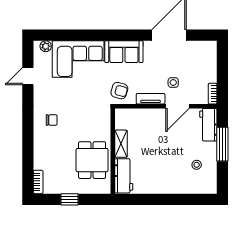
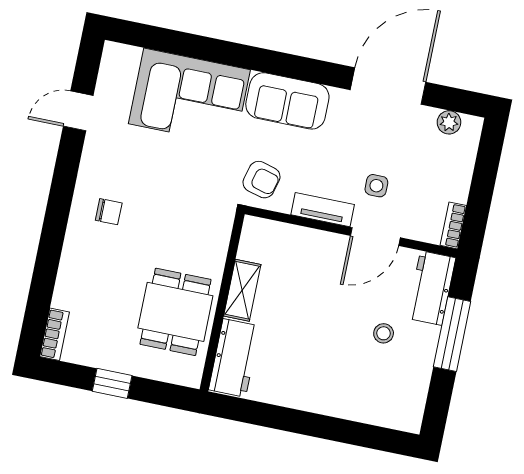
plant: (46, 46) -> (449, 122), moved
stool: (197, 165) -> (384, 333), moved

